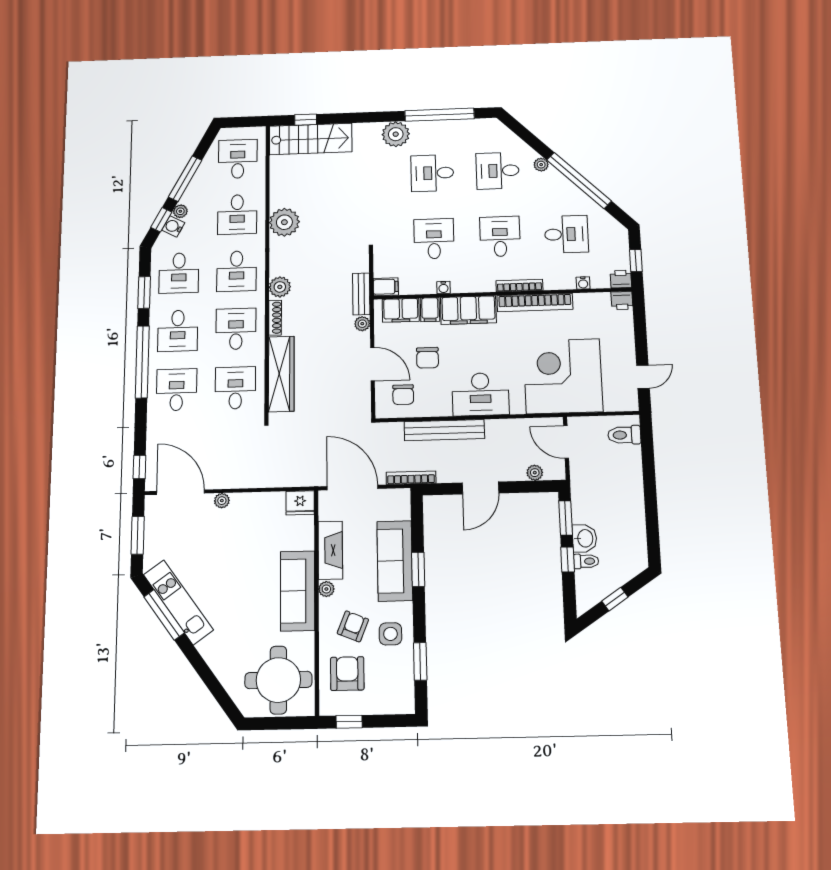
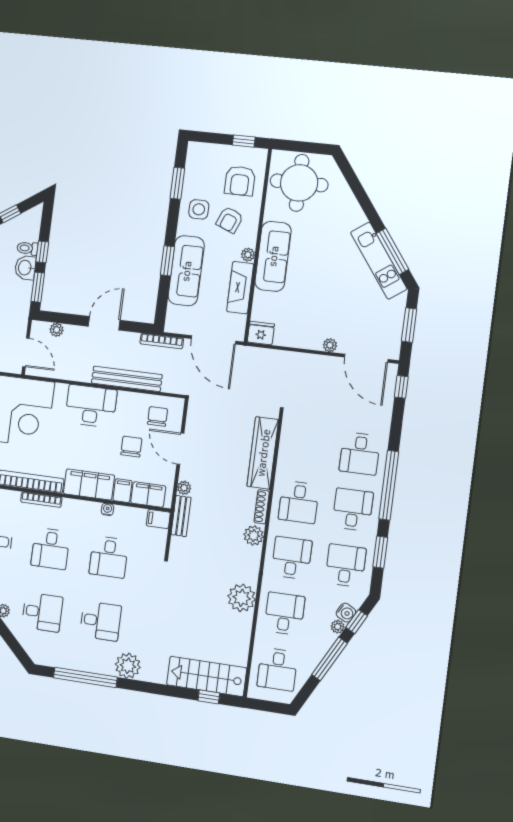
desk: (235, 388) -> (306, 447), removed

